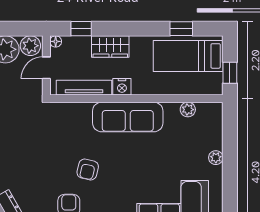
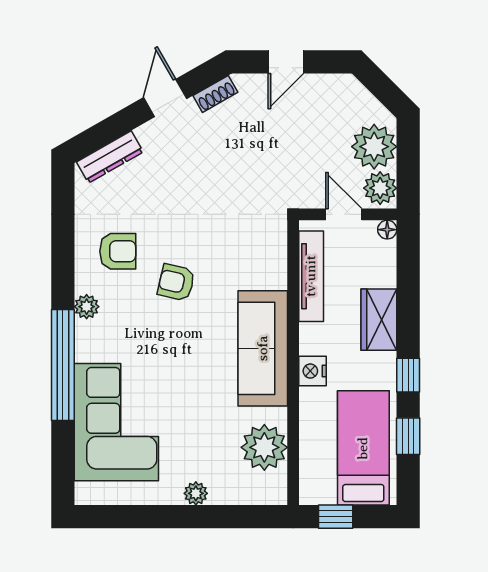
window: (81, 29) -> (408, 375), moved
nightstand: (122, 87) -> (312, 371), moved
plant: (188, 110) -> (264, 447), width x1.88, depth x1.88

